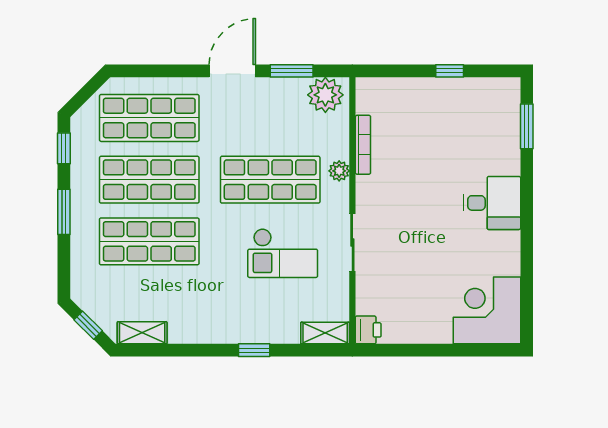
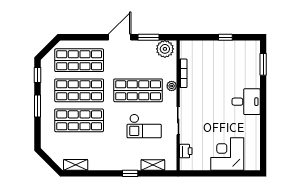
corner desk: (487, 310) -> (227, 154), moved
window: (88, 325) -> (49, 161), removed
printer: (368, 330) -> (186, 151), moved
shelving: (325, 333) -> (153, 165), moved

